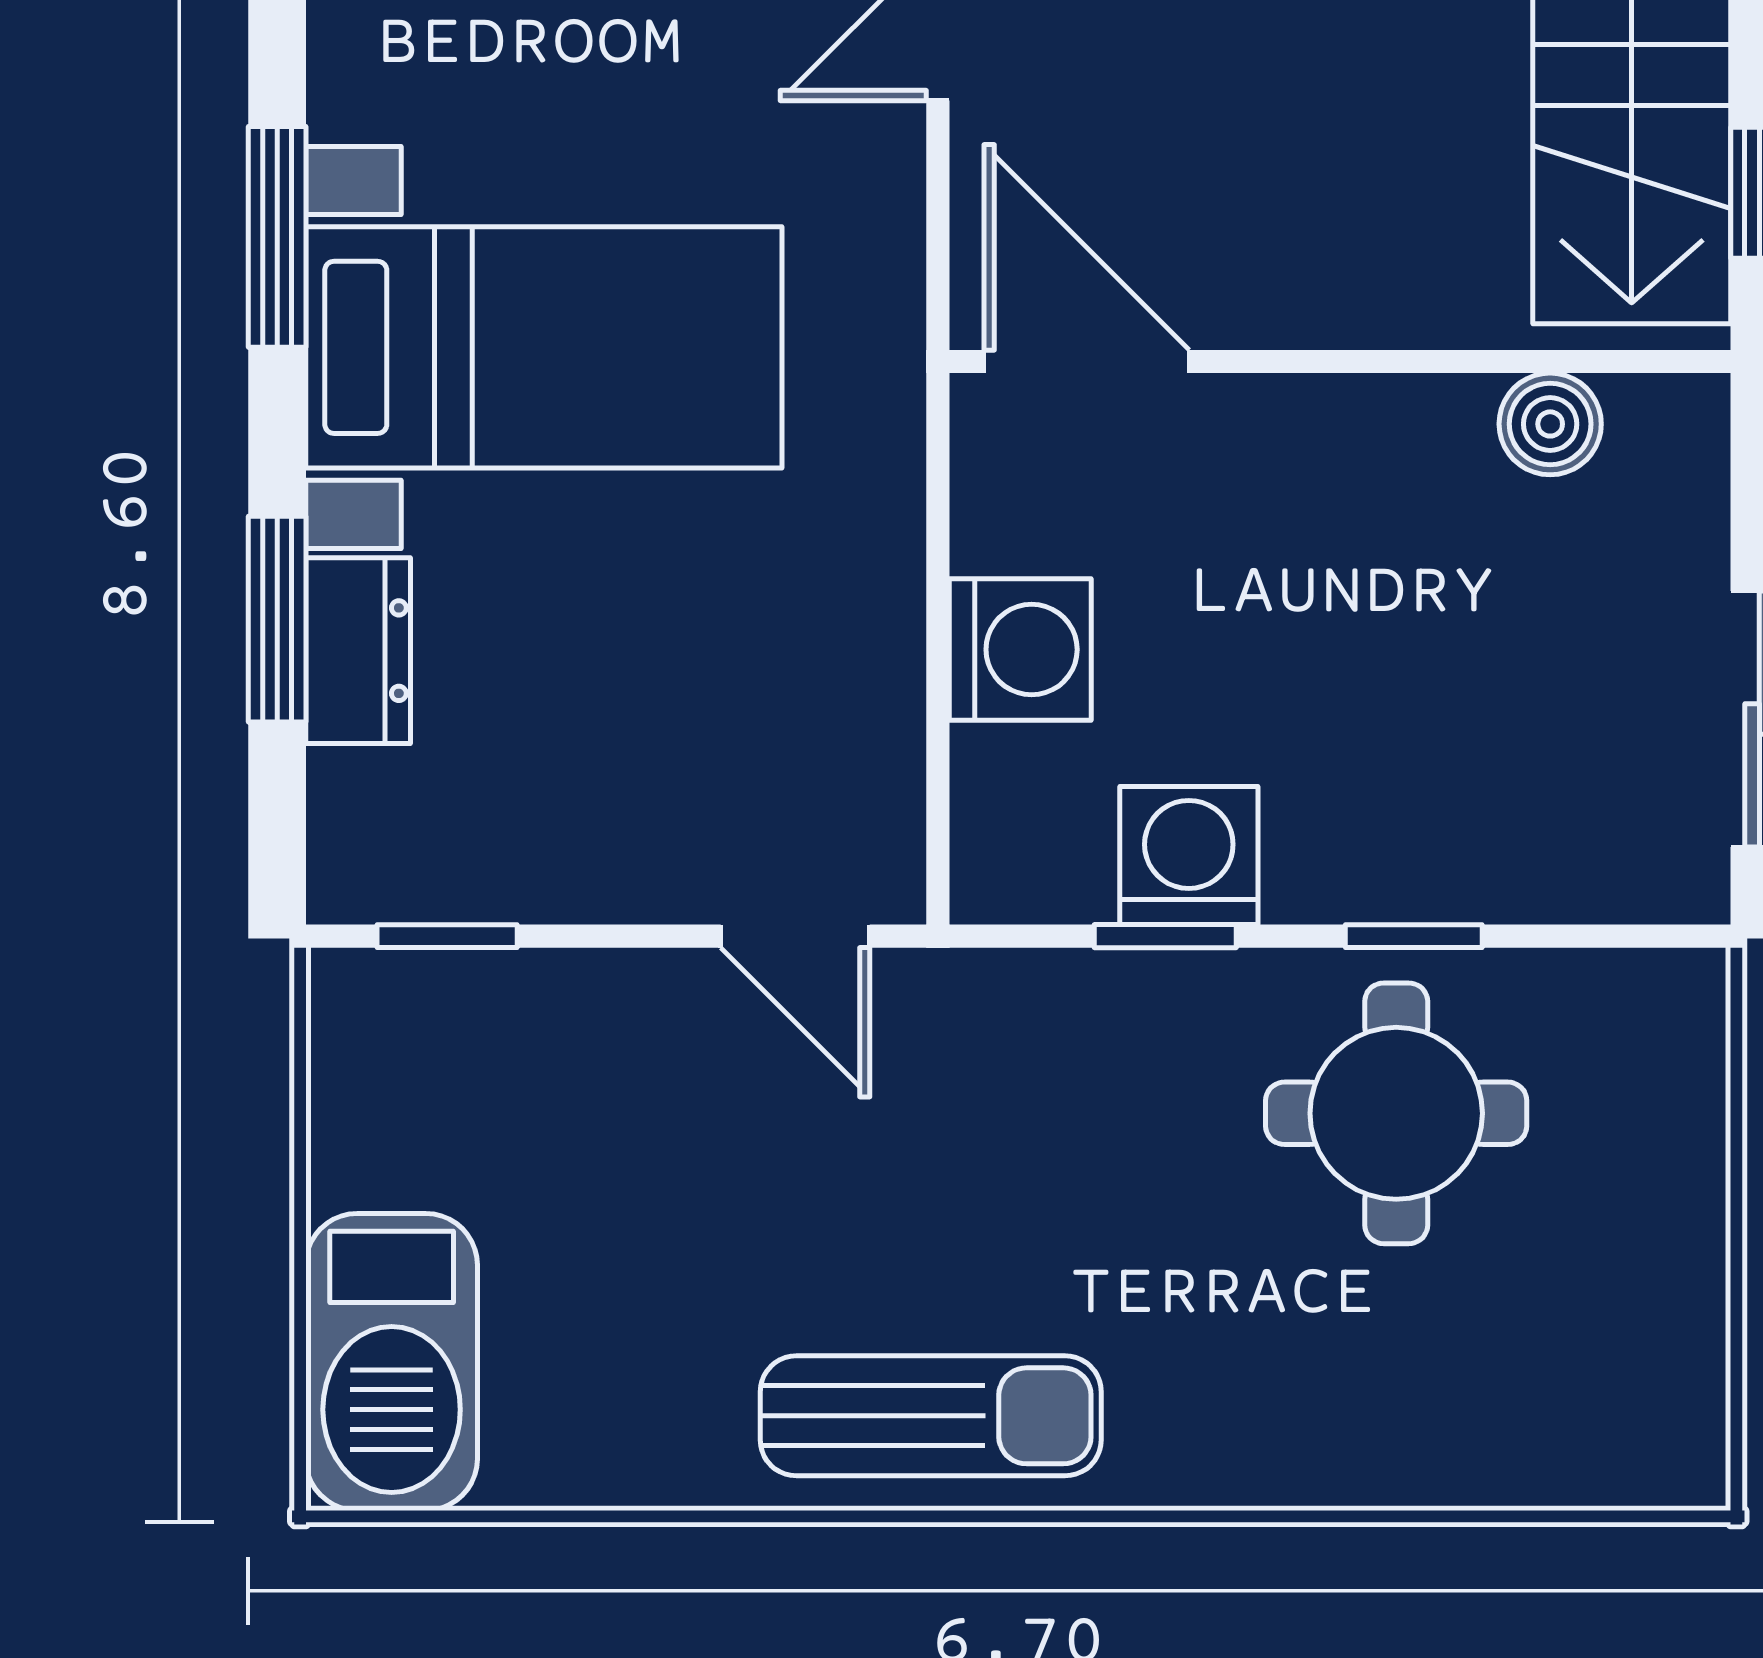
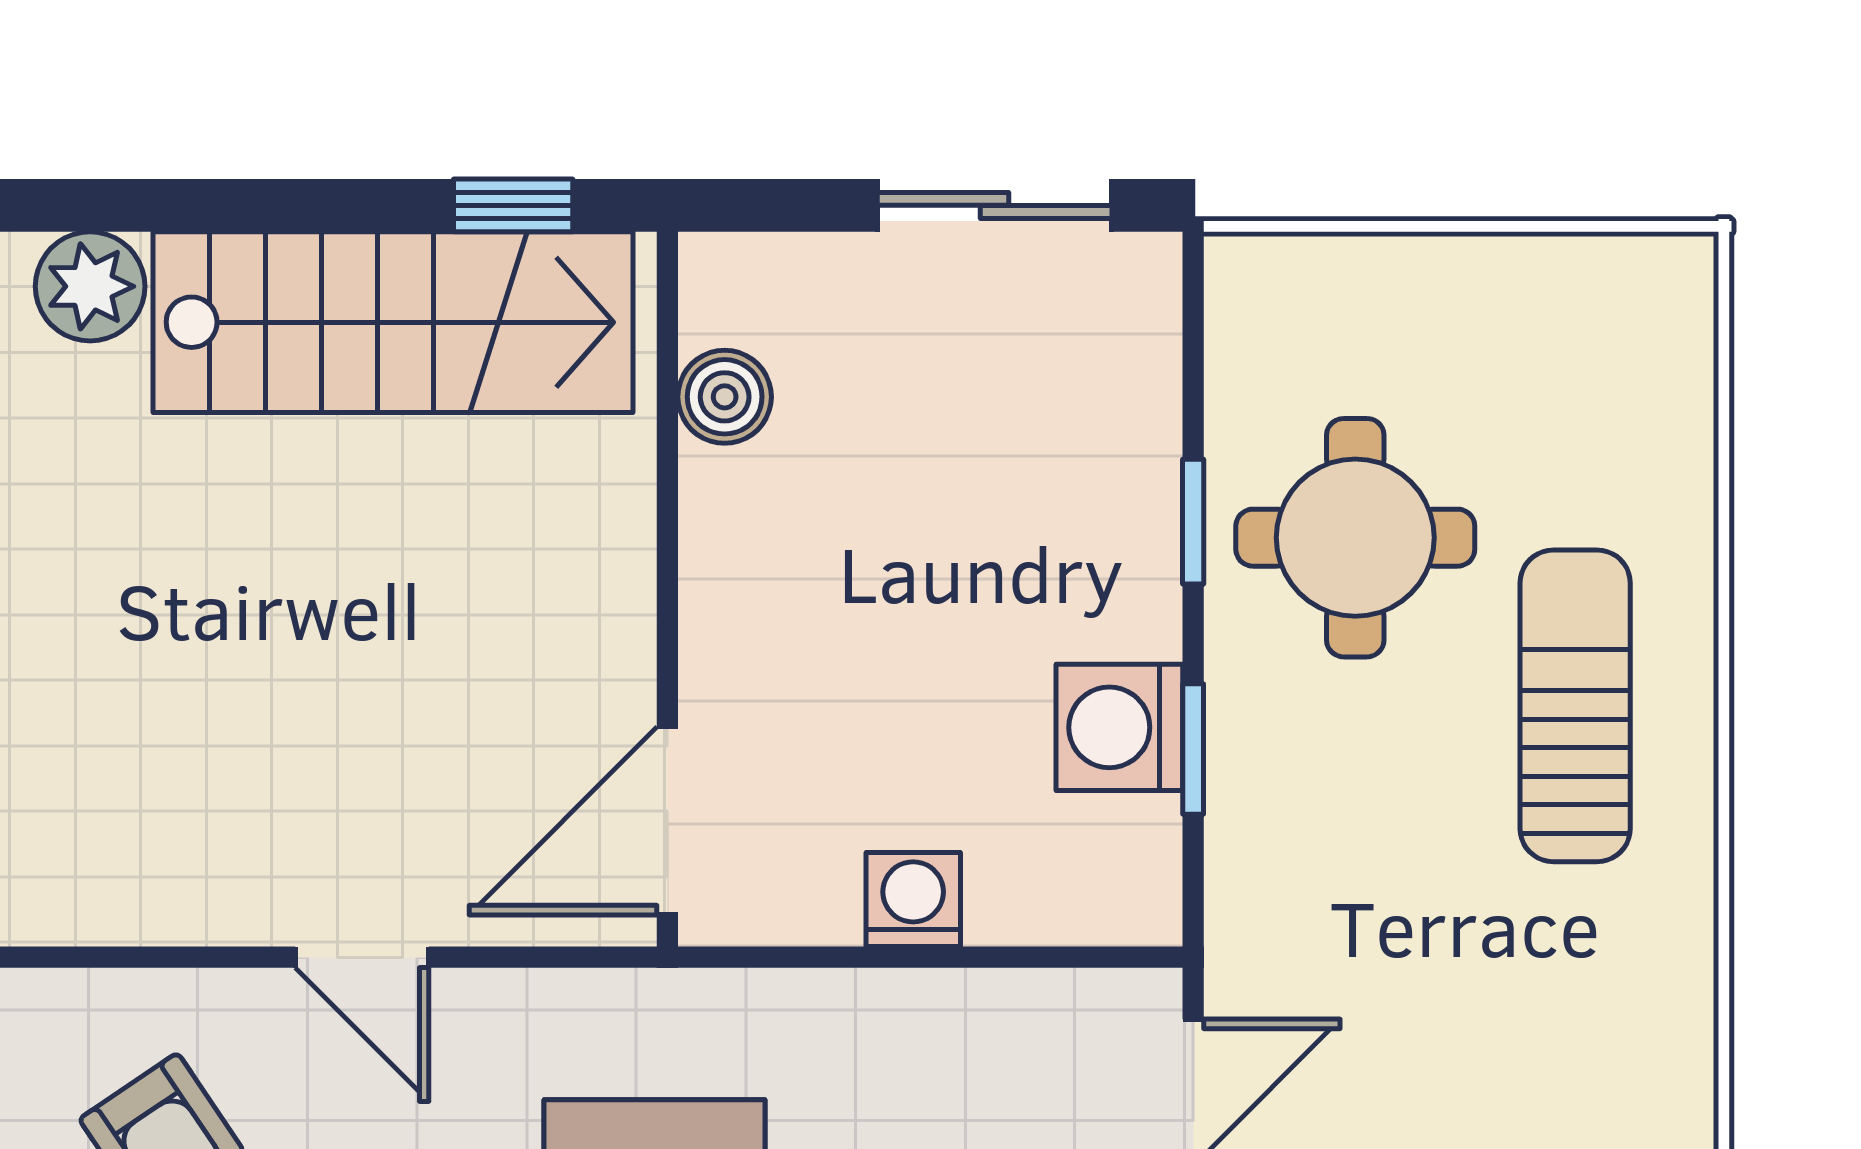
washing machine: (1020, 650) -> (913, 899), width x0.73, depth x0.73
sun lounger: (931, 1416) -> (1575, 706), moved

